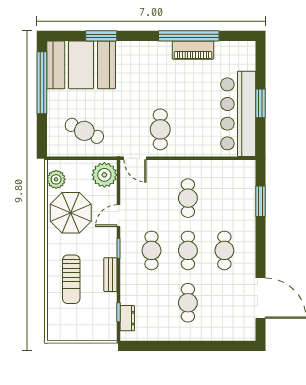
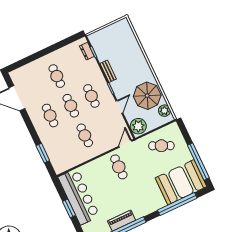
window: (101, 36) -> (177, 204), width x2.11
door: (135, 158) -> (125, 144), hinge flipped
sun lounger: (71, 279) -> (129, 58), removed

